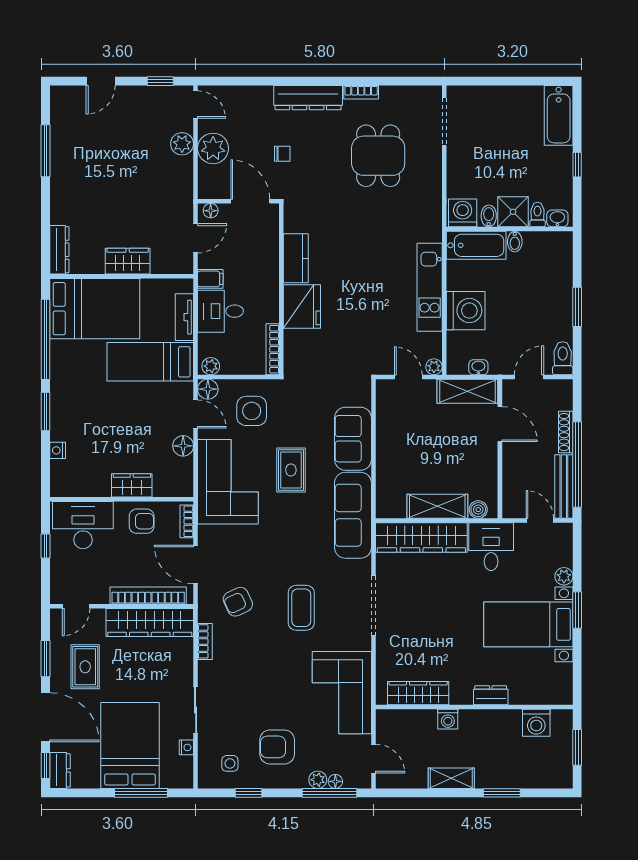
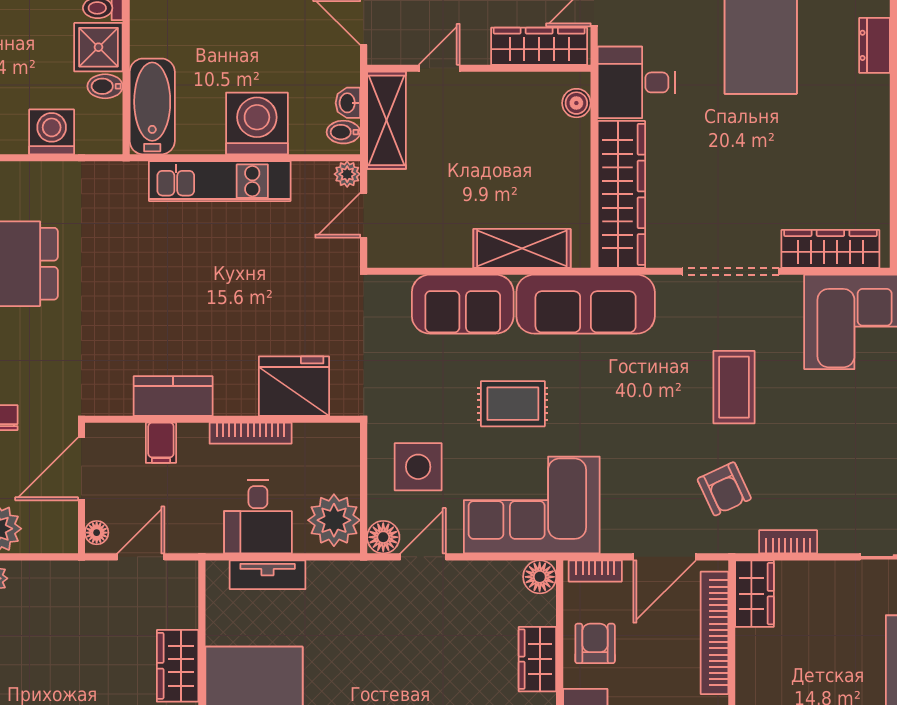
washing machine: (463, 213) -> (52, 132), moved, turned 90
door: (196, 238) -> (141, 557), hinge flipped
bidet: (515, 242) -> (343, 132), moved, turned 180
filing cabinet: (210, 279) -> (161, 443), moved, turned 180
fridge: (302, 307) -> (294, 386), moved
bookcase: (273, 349) -> (251, 433), moved
bed: (150, 362) -> (339, 630), removed
plant: (211, 366) -> (334, 520), width x1.88, depth x1.88
door: (500, 424) -> (439, 68), width x0.73
floor lamp: (183, 446) -> (540, 577), moved
wardrobe: (514, 486) -> (539, 46), added
shelving: (437, 506) -> (522, 248), moved, turned 90
coffee table: (301, 608) -> (734, 387), turned 90
wardrobe: (150, 623) -> (754, 594), width x0.48, depth x0.85
wardrobe: (418, 693) -> (830, 249), moved, turned 90
dresser: (491, 695) -> (875, 45), moved

